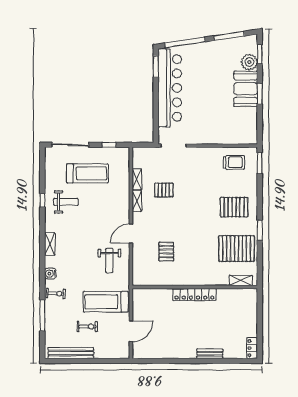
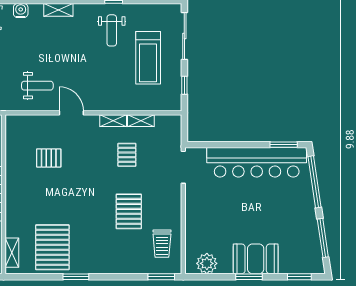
plant: (249, 62) -> (207, 263), moved
pallet: (234, 207) -> (129, 211), moved
weight bench: (109, 260) -> (37, 86), turned 180

